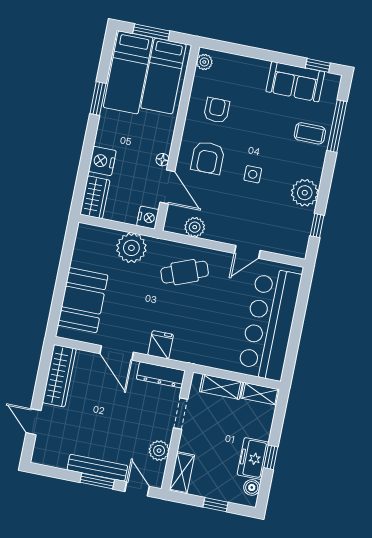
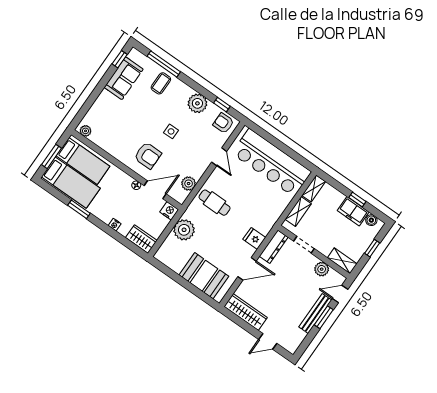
armchair: (217, 110) -> (223, 123), moved
nightstand: (102, 161) -> (115, 225), width x0.53, depth x0.56
cafe table: (185, 272) -> (215, 203), turned -69

